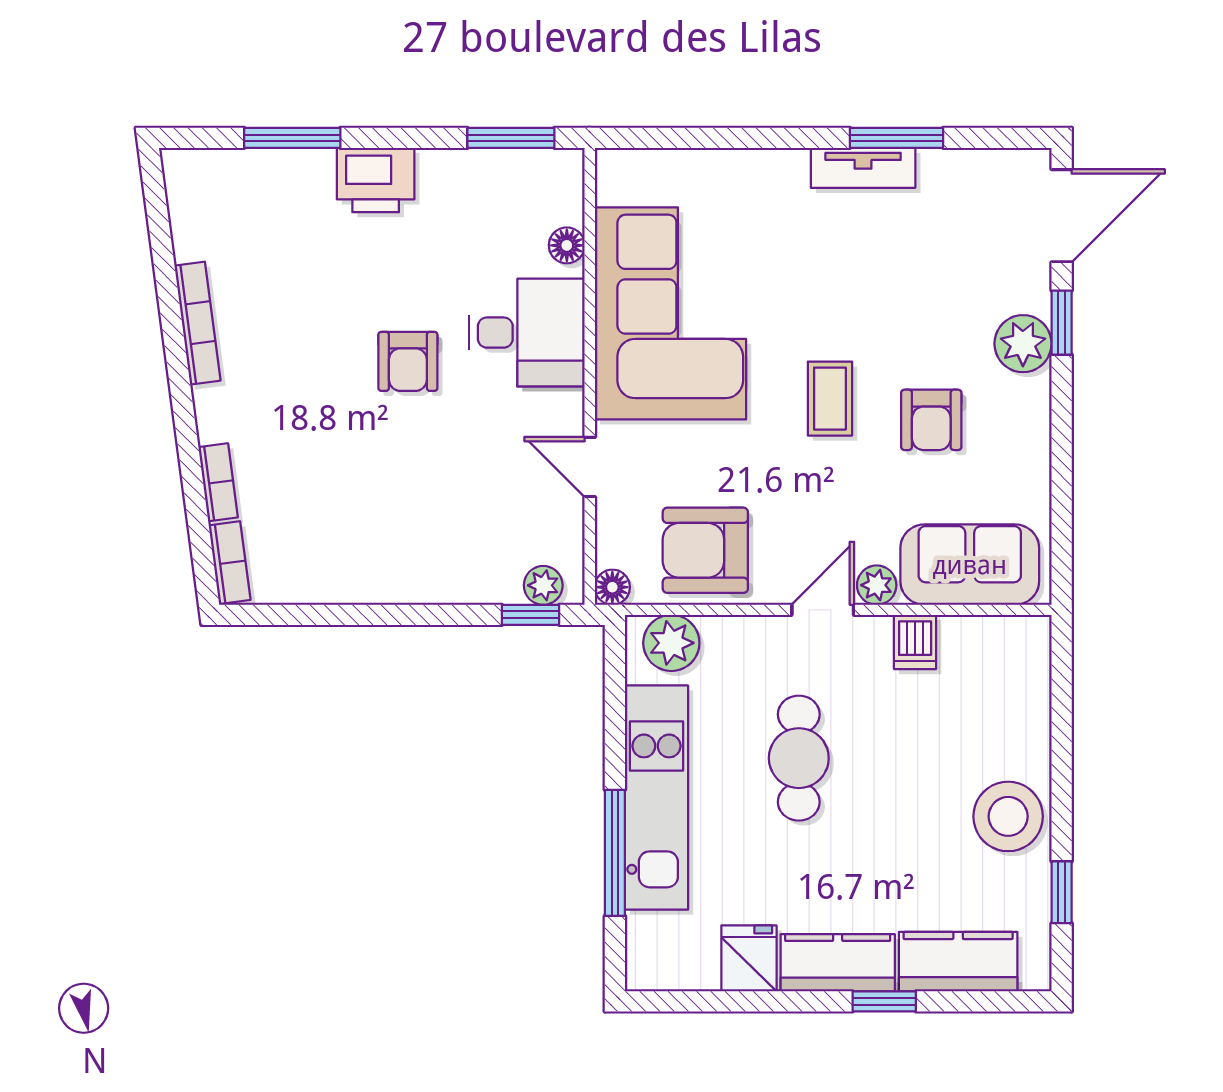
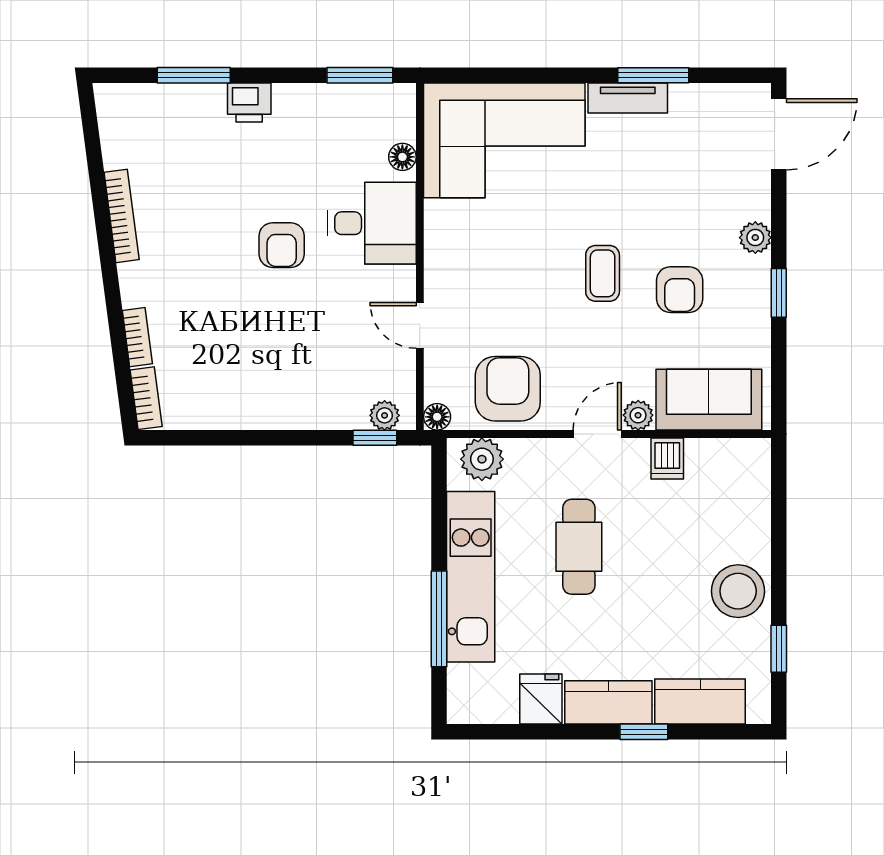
printer: (376, 180) -> (249, 103), width x0.73, depth x0.81
corner sofa: (670, 313) -> (504, 140), moved, turned 90
window: (1062, 323) -> (779, 293), moved
plant: (1023, 344) -> (755, 238), width x0.73, depth x0.73
armchair: (705, 550) -> (508, 389), turned 90

